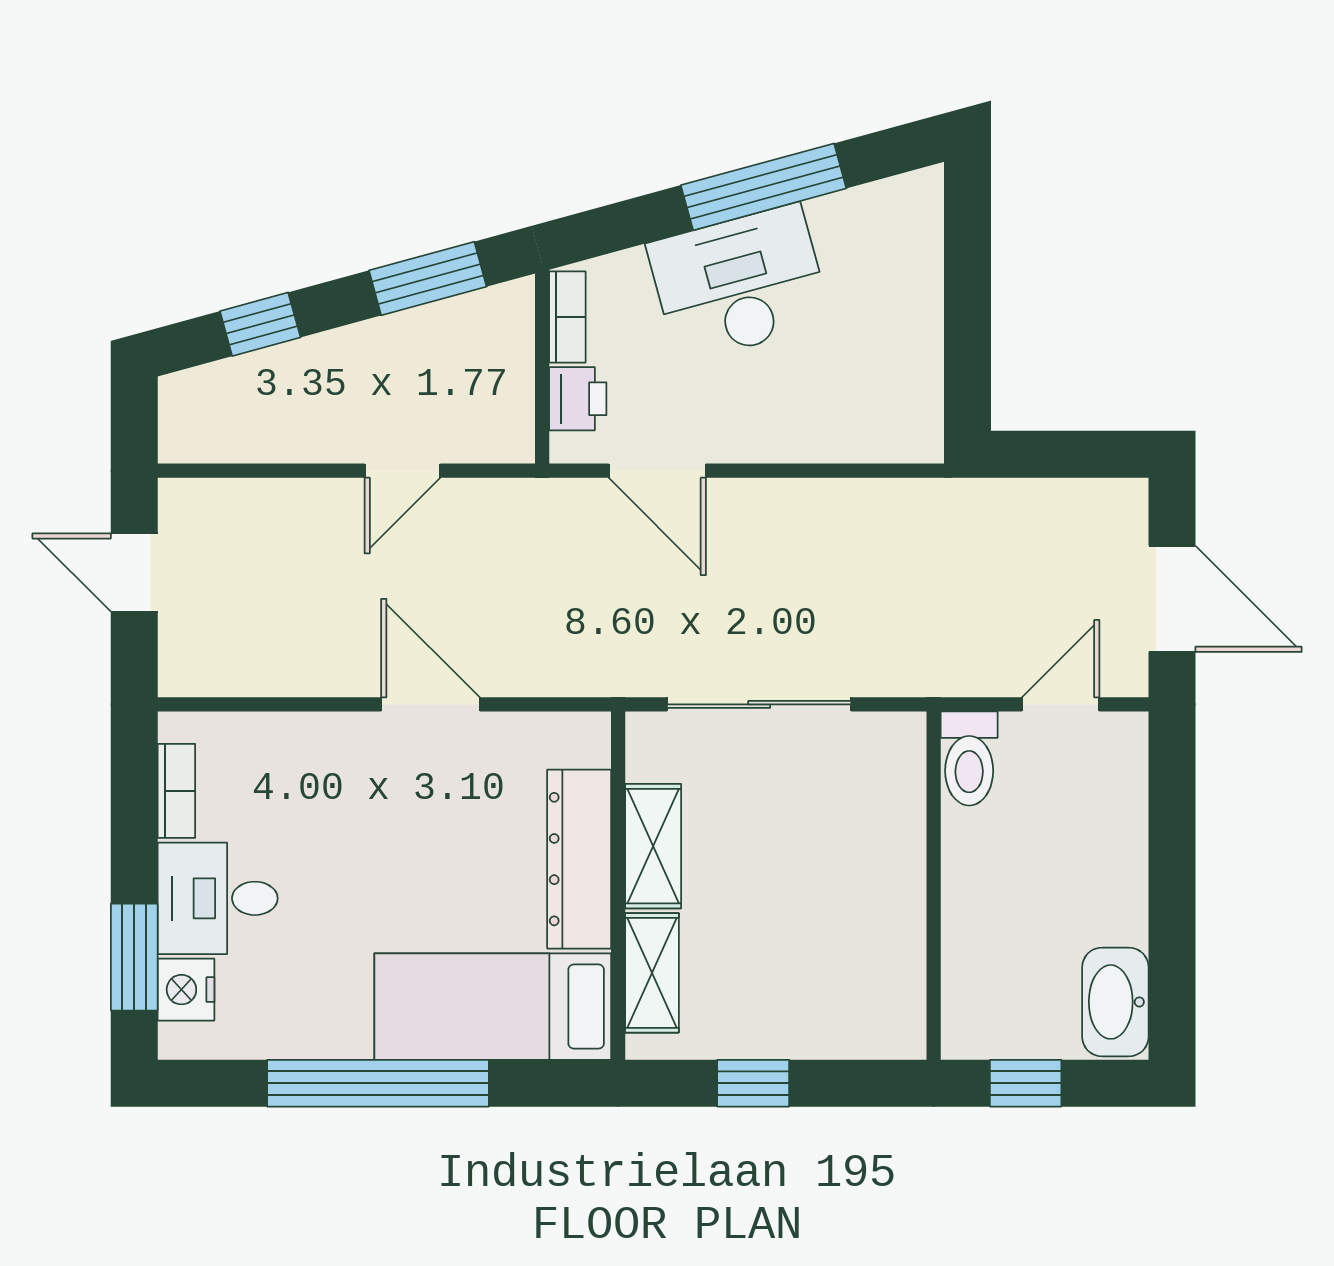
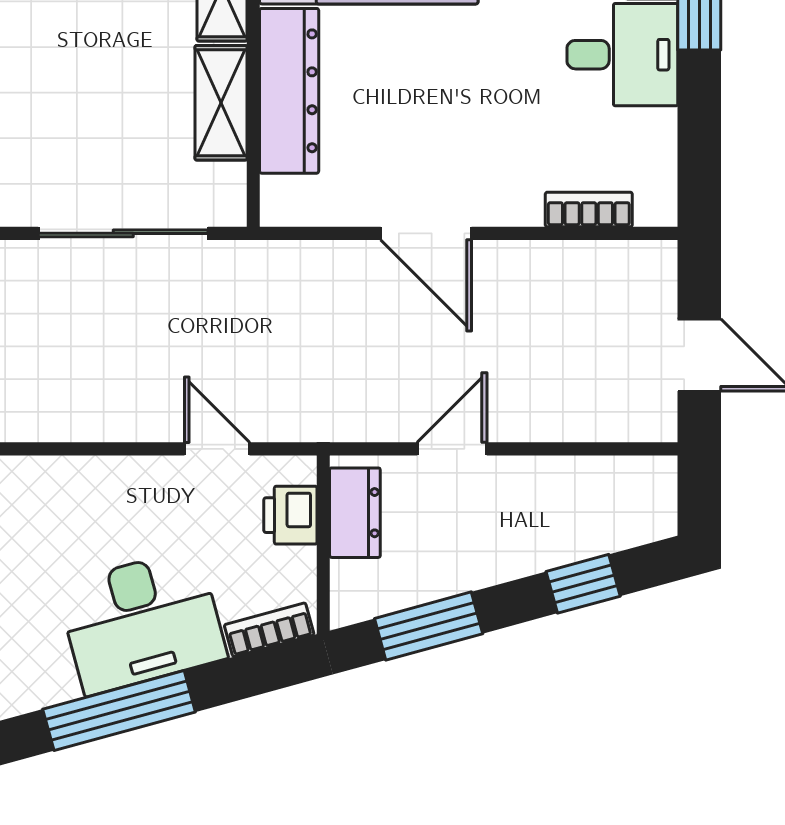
bookcase: (567, 317) -> (269, 630), moved, turned 75
dresser: (508, 401) -> (355, 513), added
door: (657, 471) -> (217, 449), width x0.73
bookcase: (176, 791) -> (589, 210), moved, turned 90

